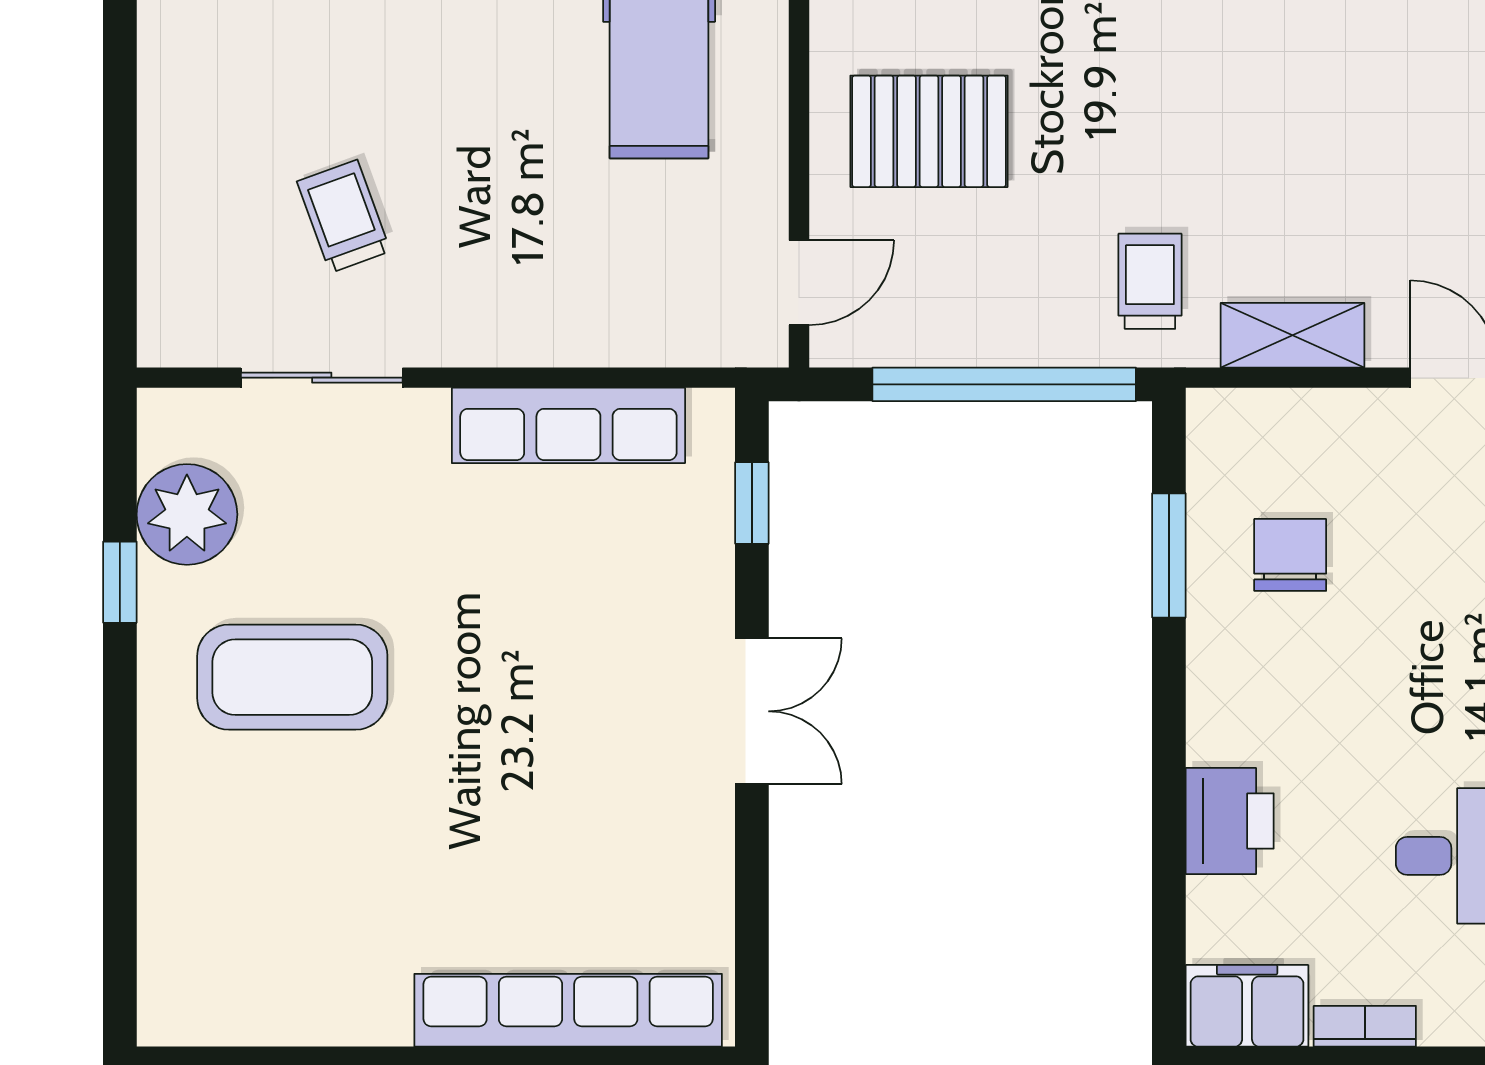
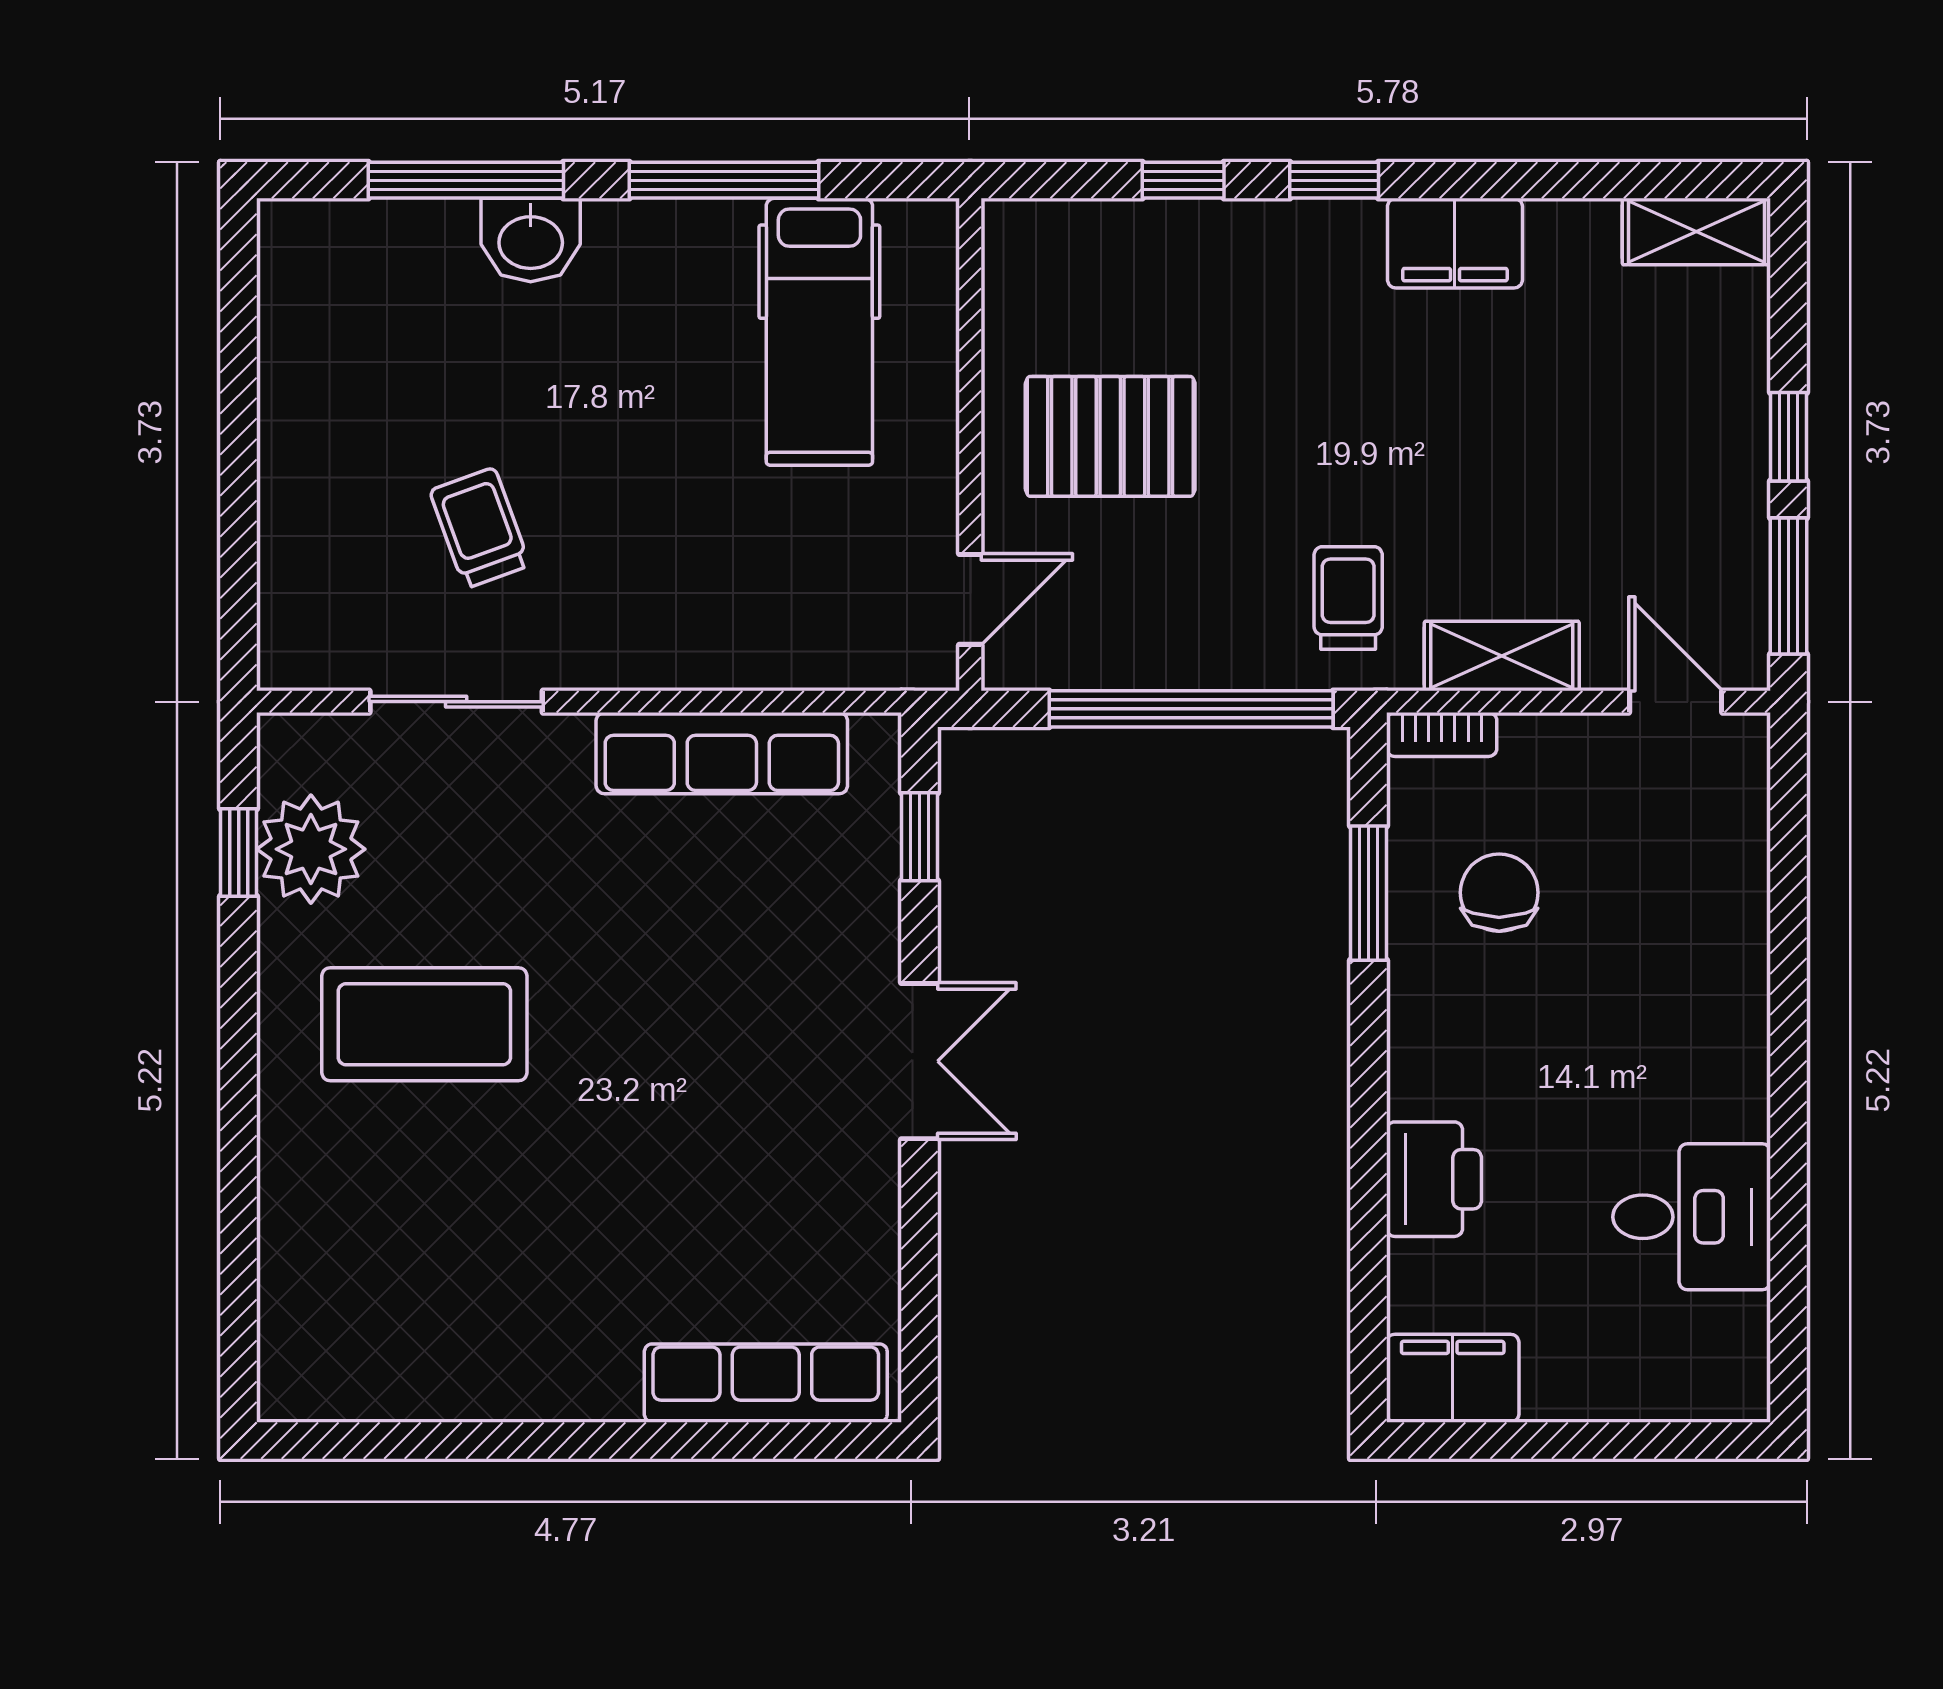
window: (120, 582) -> (239, 852), moved
row of seats: (568, 1010) -> (766, 1383), width x0.73
bookcase: (1365, 1026) -> (1442, 735), moved, turned 180

